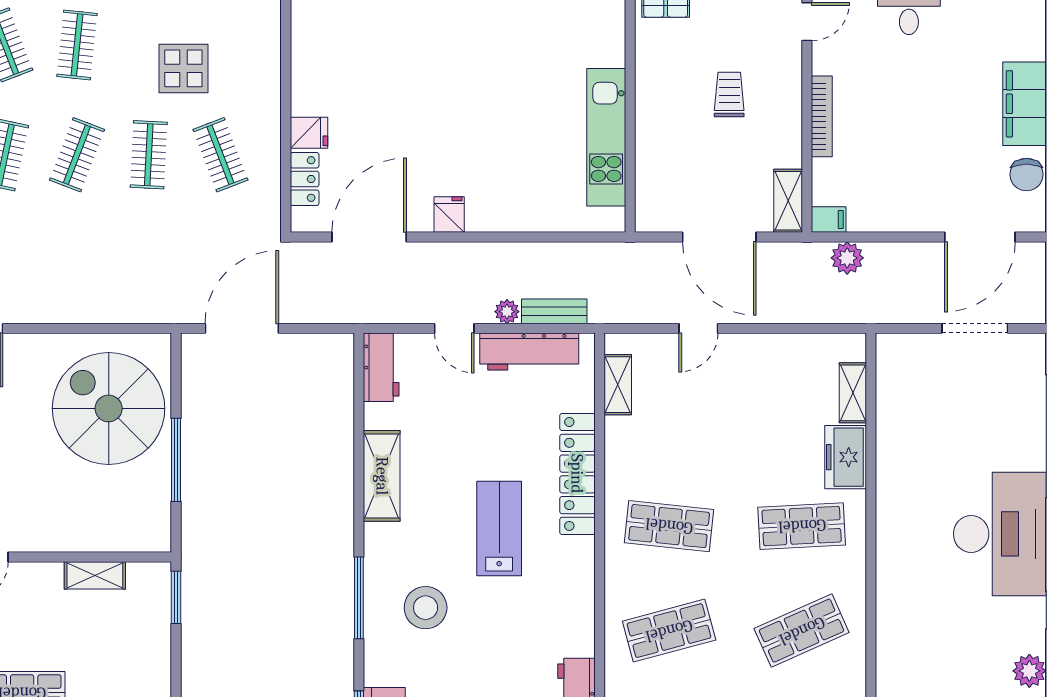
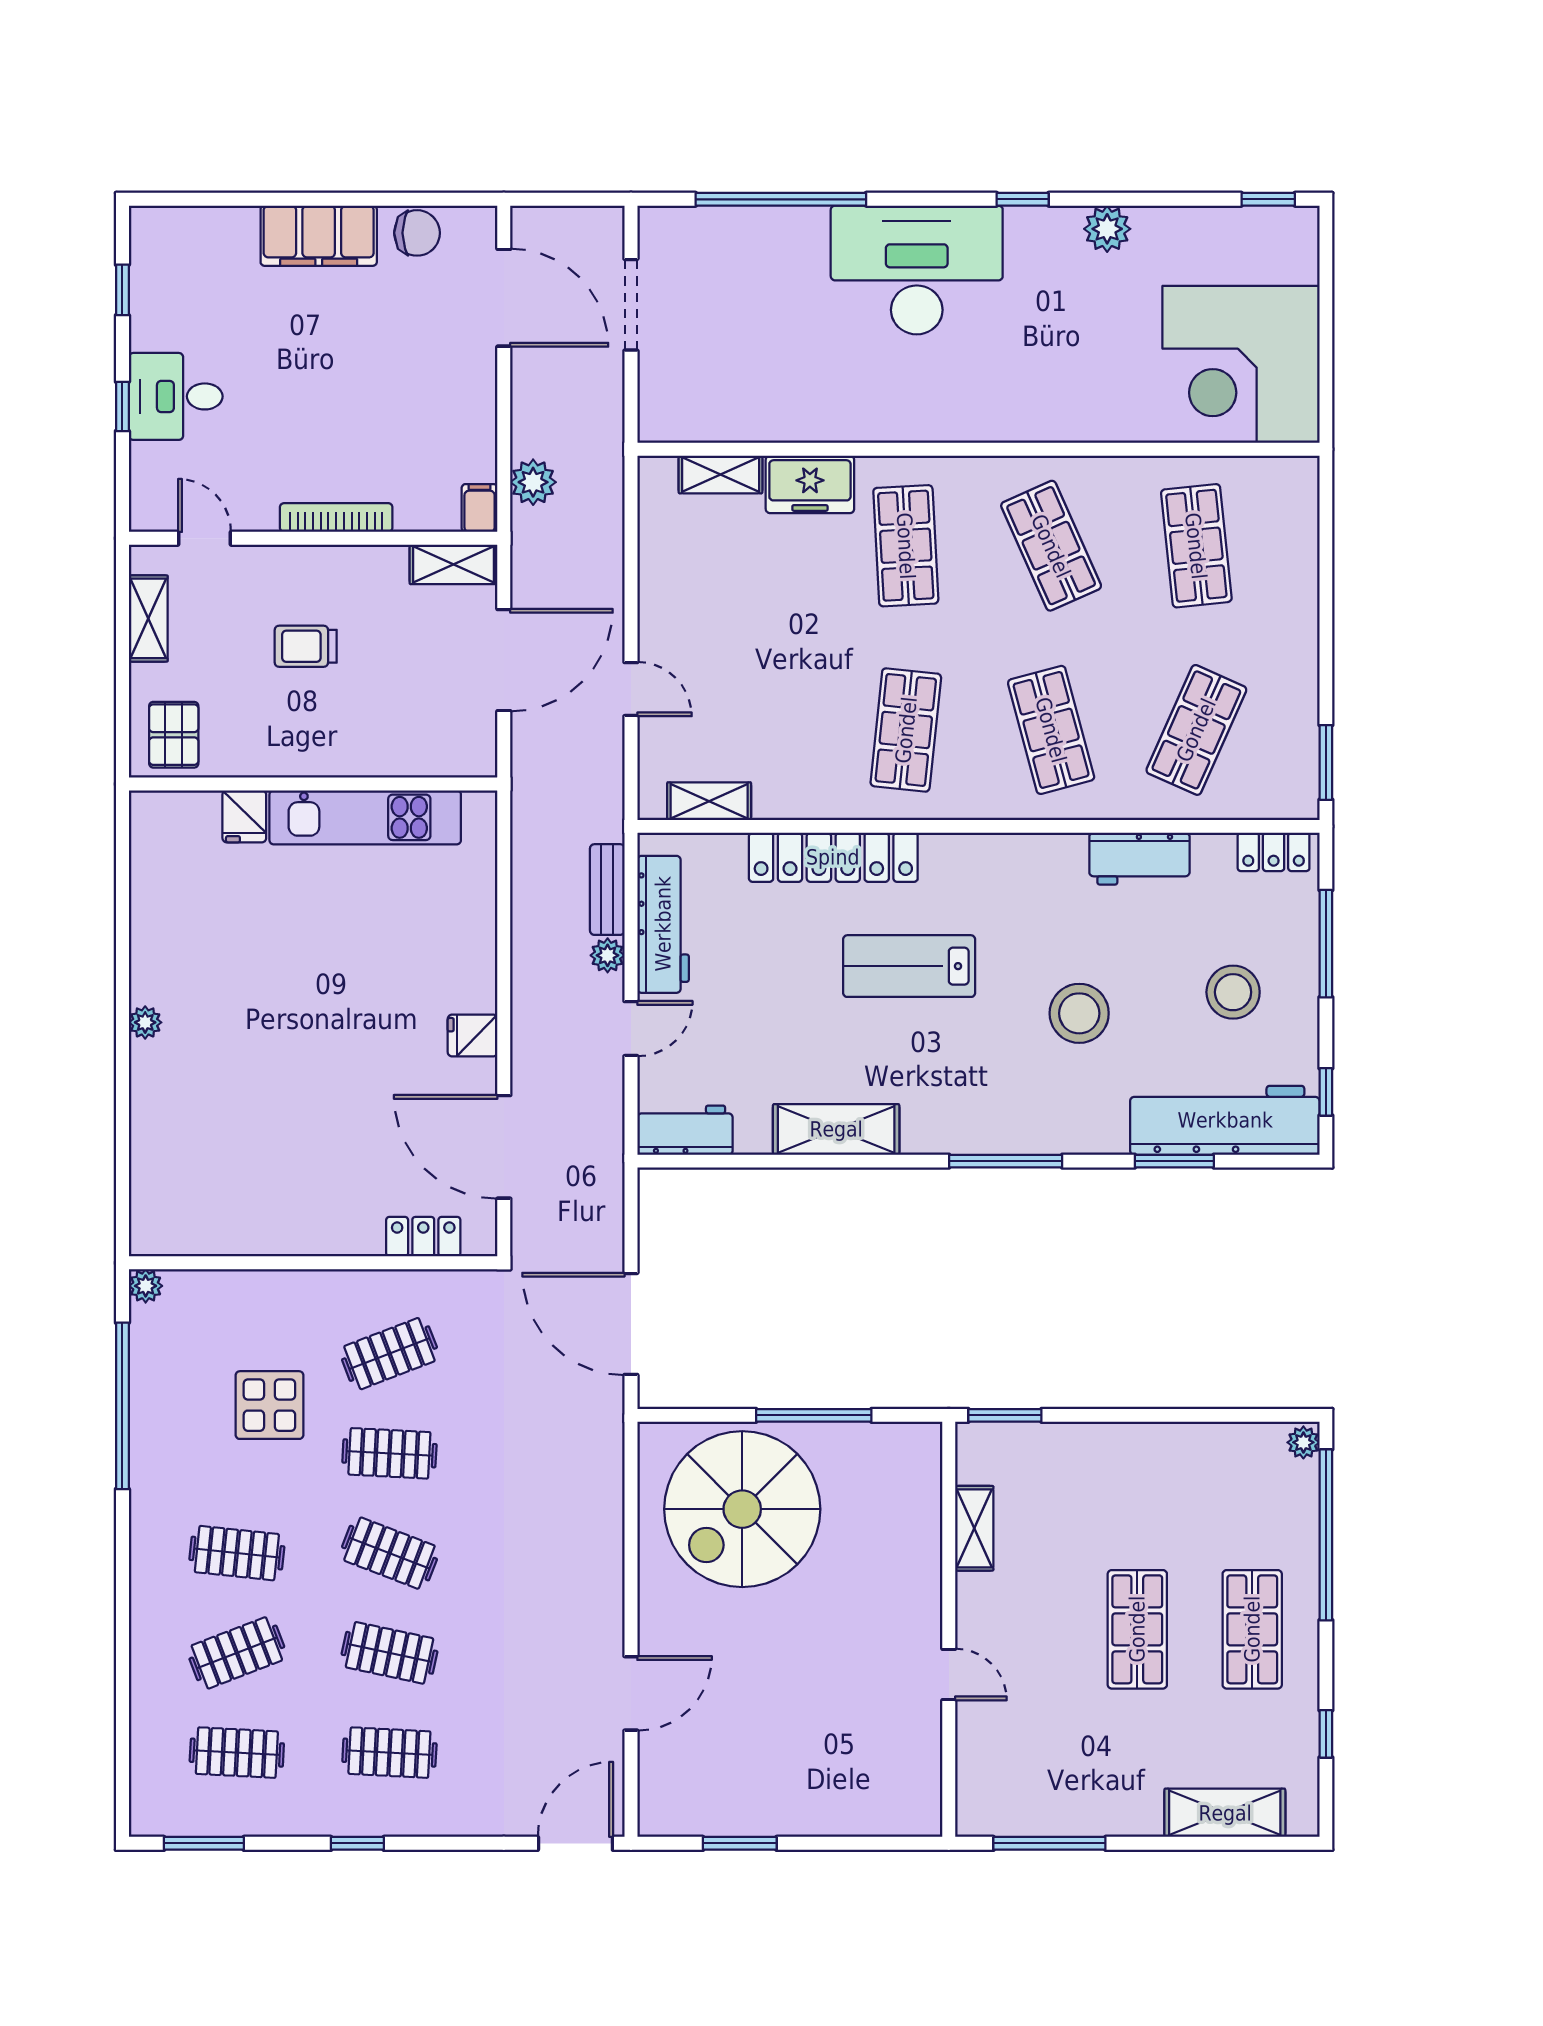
fridge: (309, 133) -> (244, 816), moved, turned 180
stool: (426, 608) -> (1079, 1013), moved

